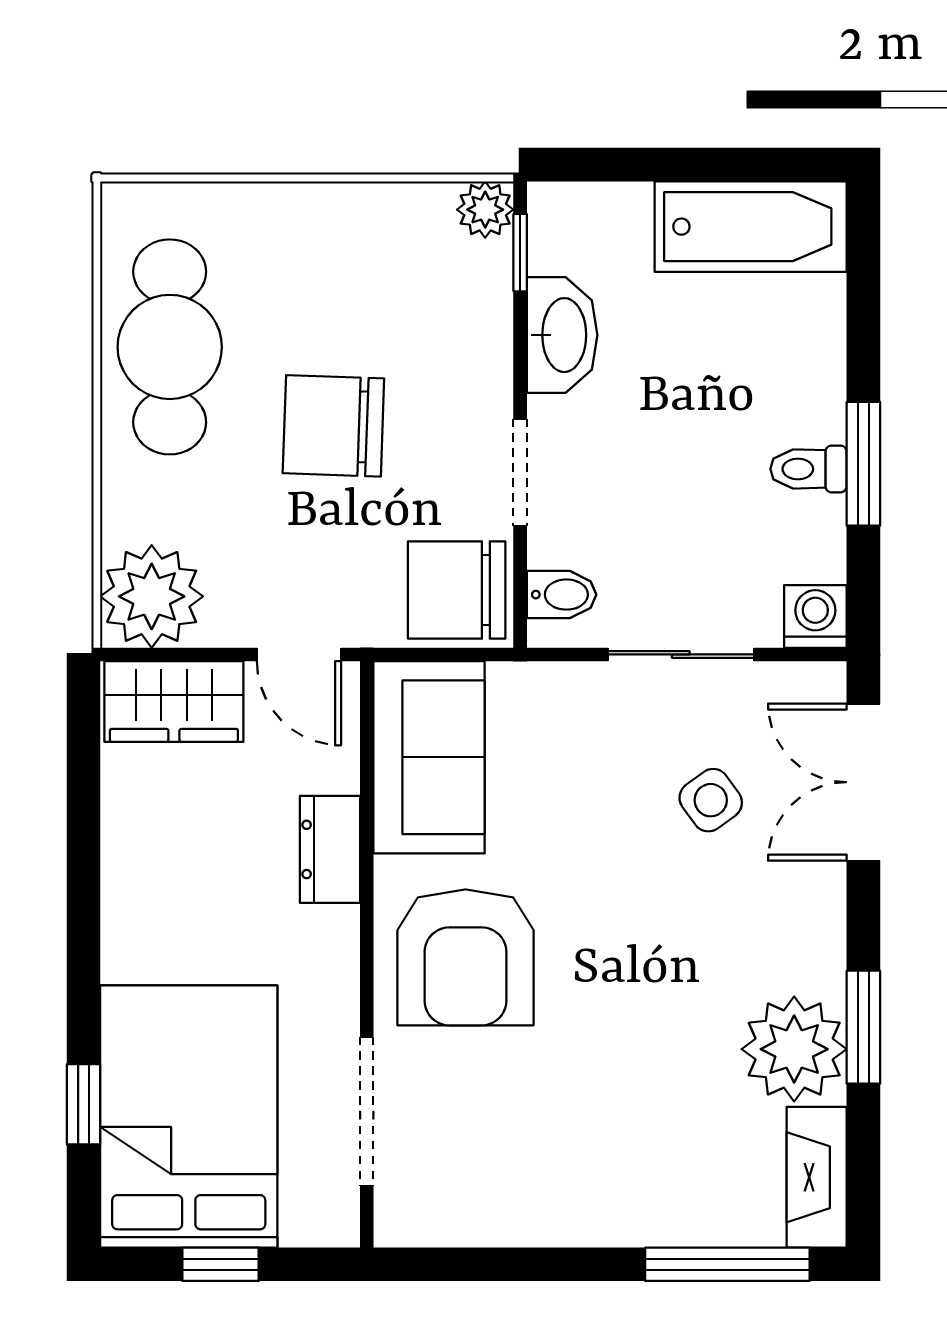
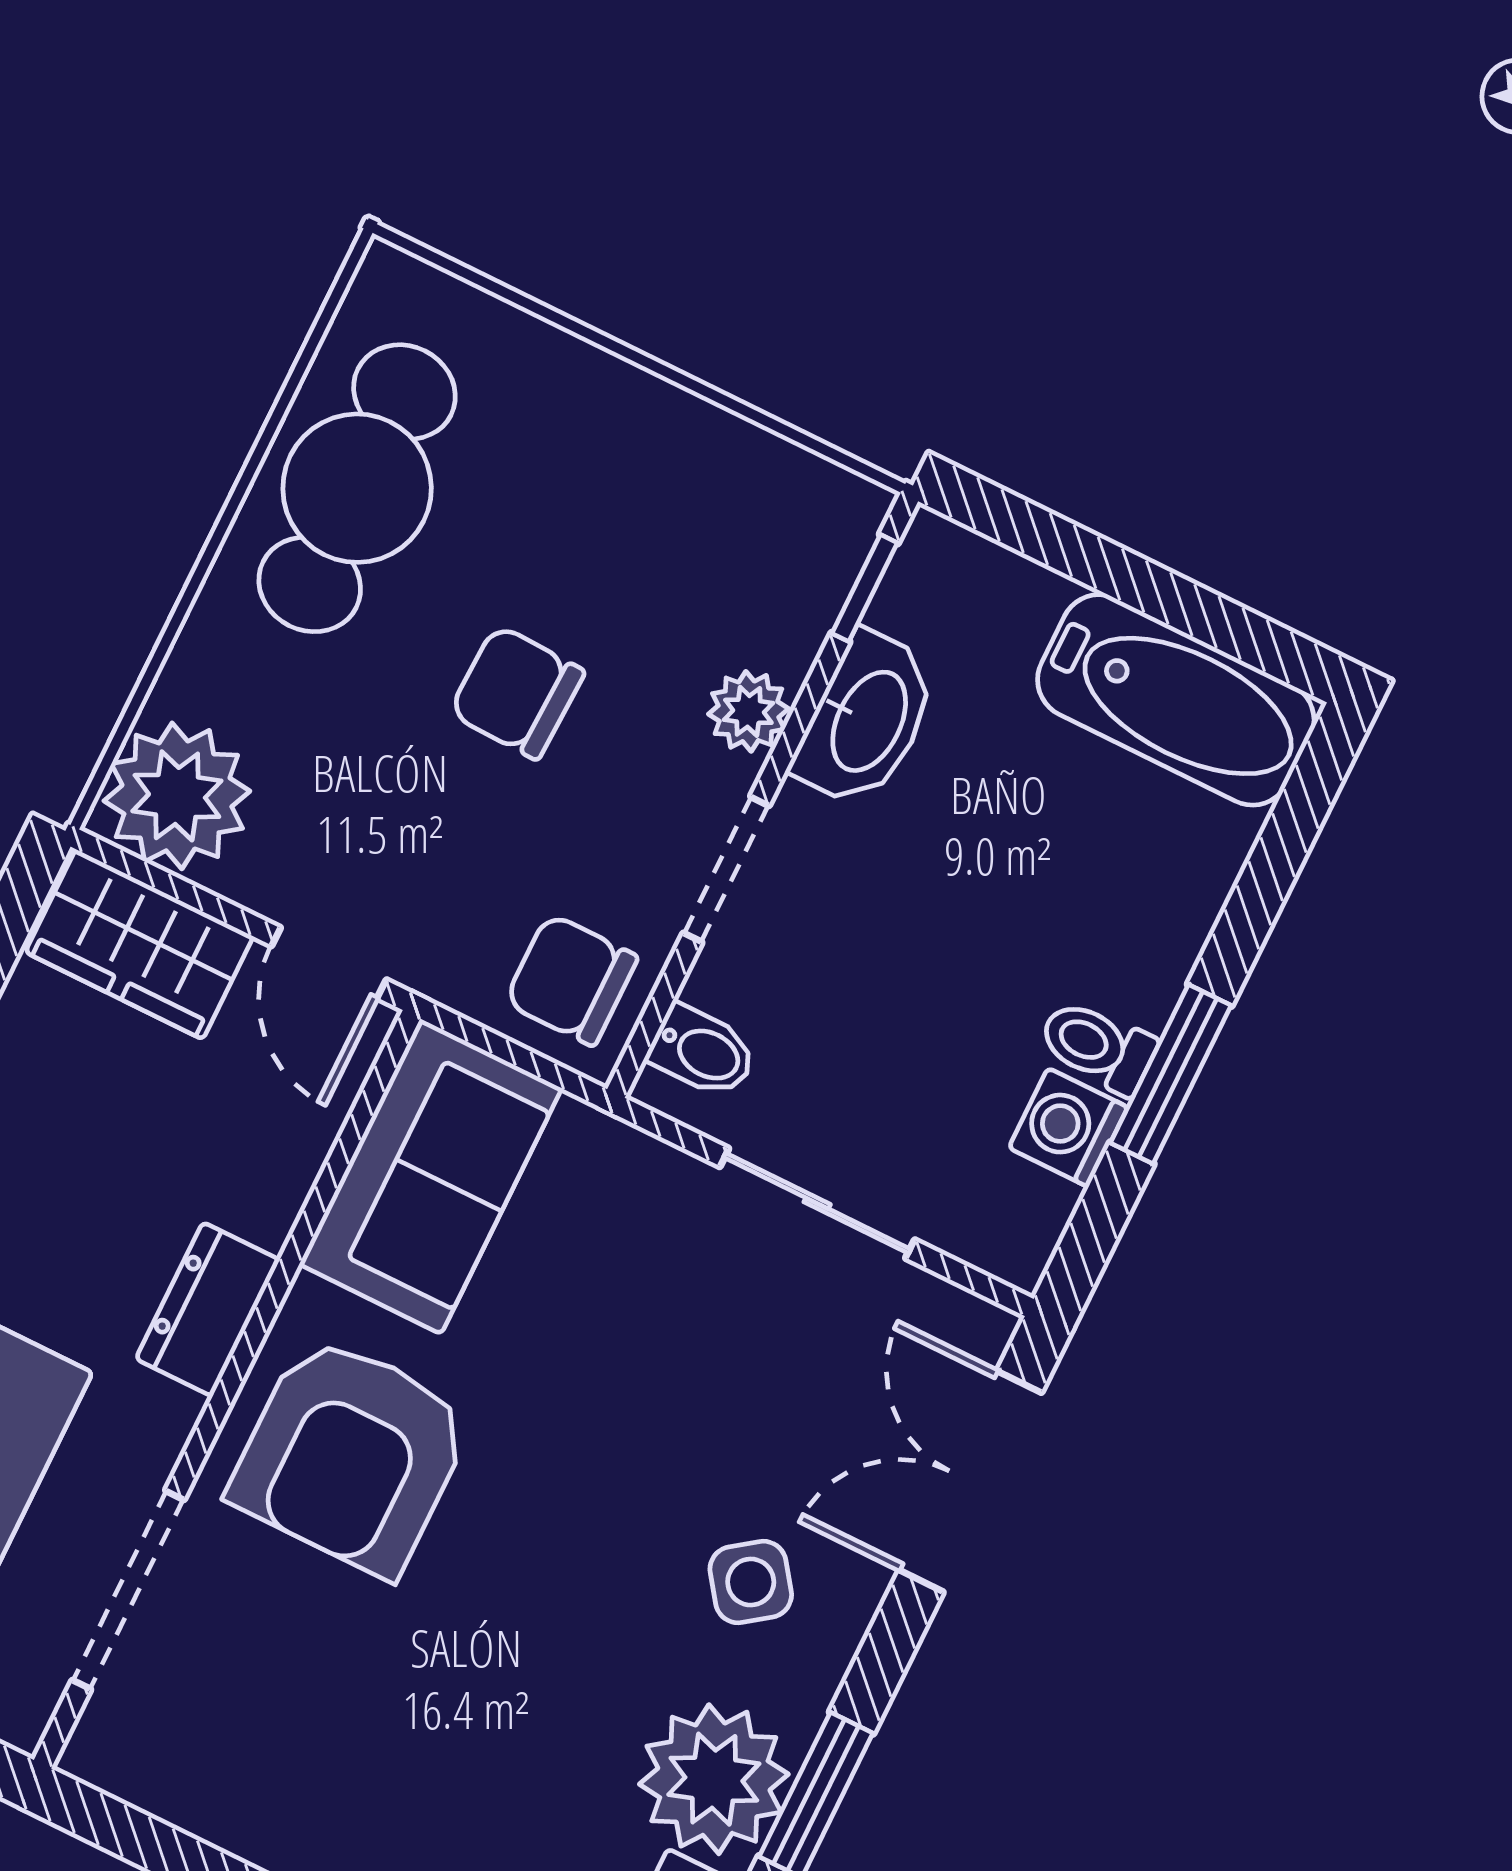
plant: (485, 210) -> (748, 711), moved
chair: (333, 426) -> (517, 692), width x0.73, depth x0.73
chair: (457, 590) -> (571, 980), width x0.73, depth x0.73
washing machine: (815, 616) -> (1068, 1128), moved, turned -90
side table: (711, 800) -> (751, 1582), moved
dresser: (330, 849) -> (208, 1309), moved

